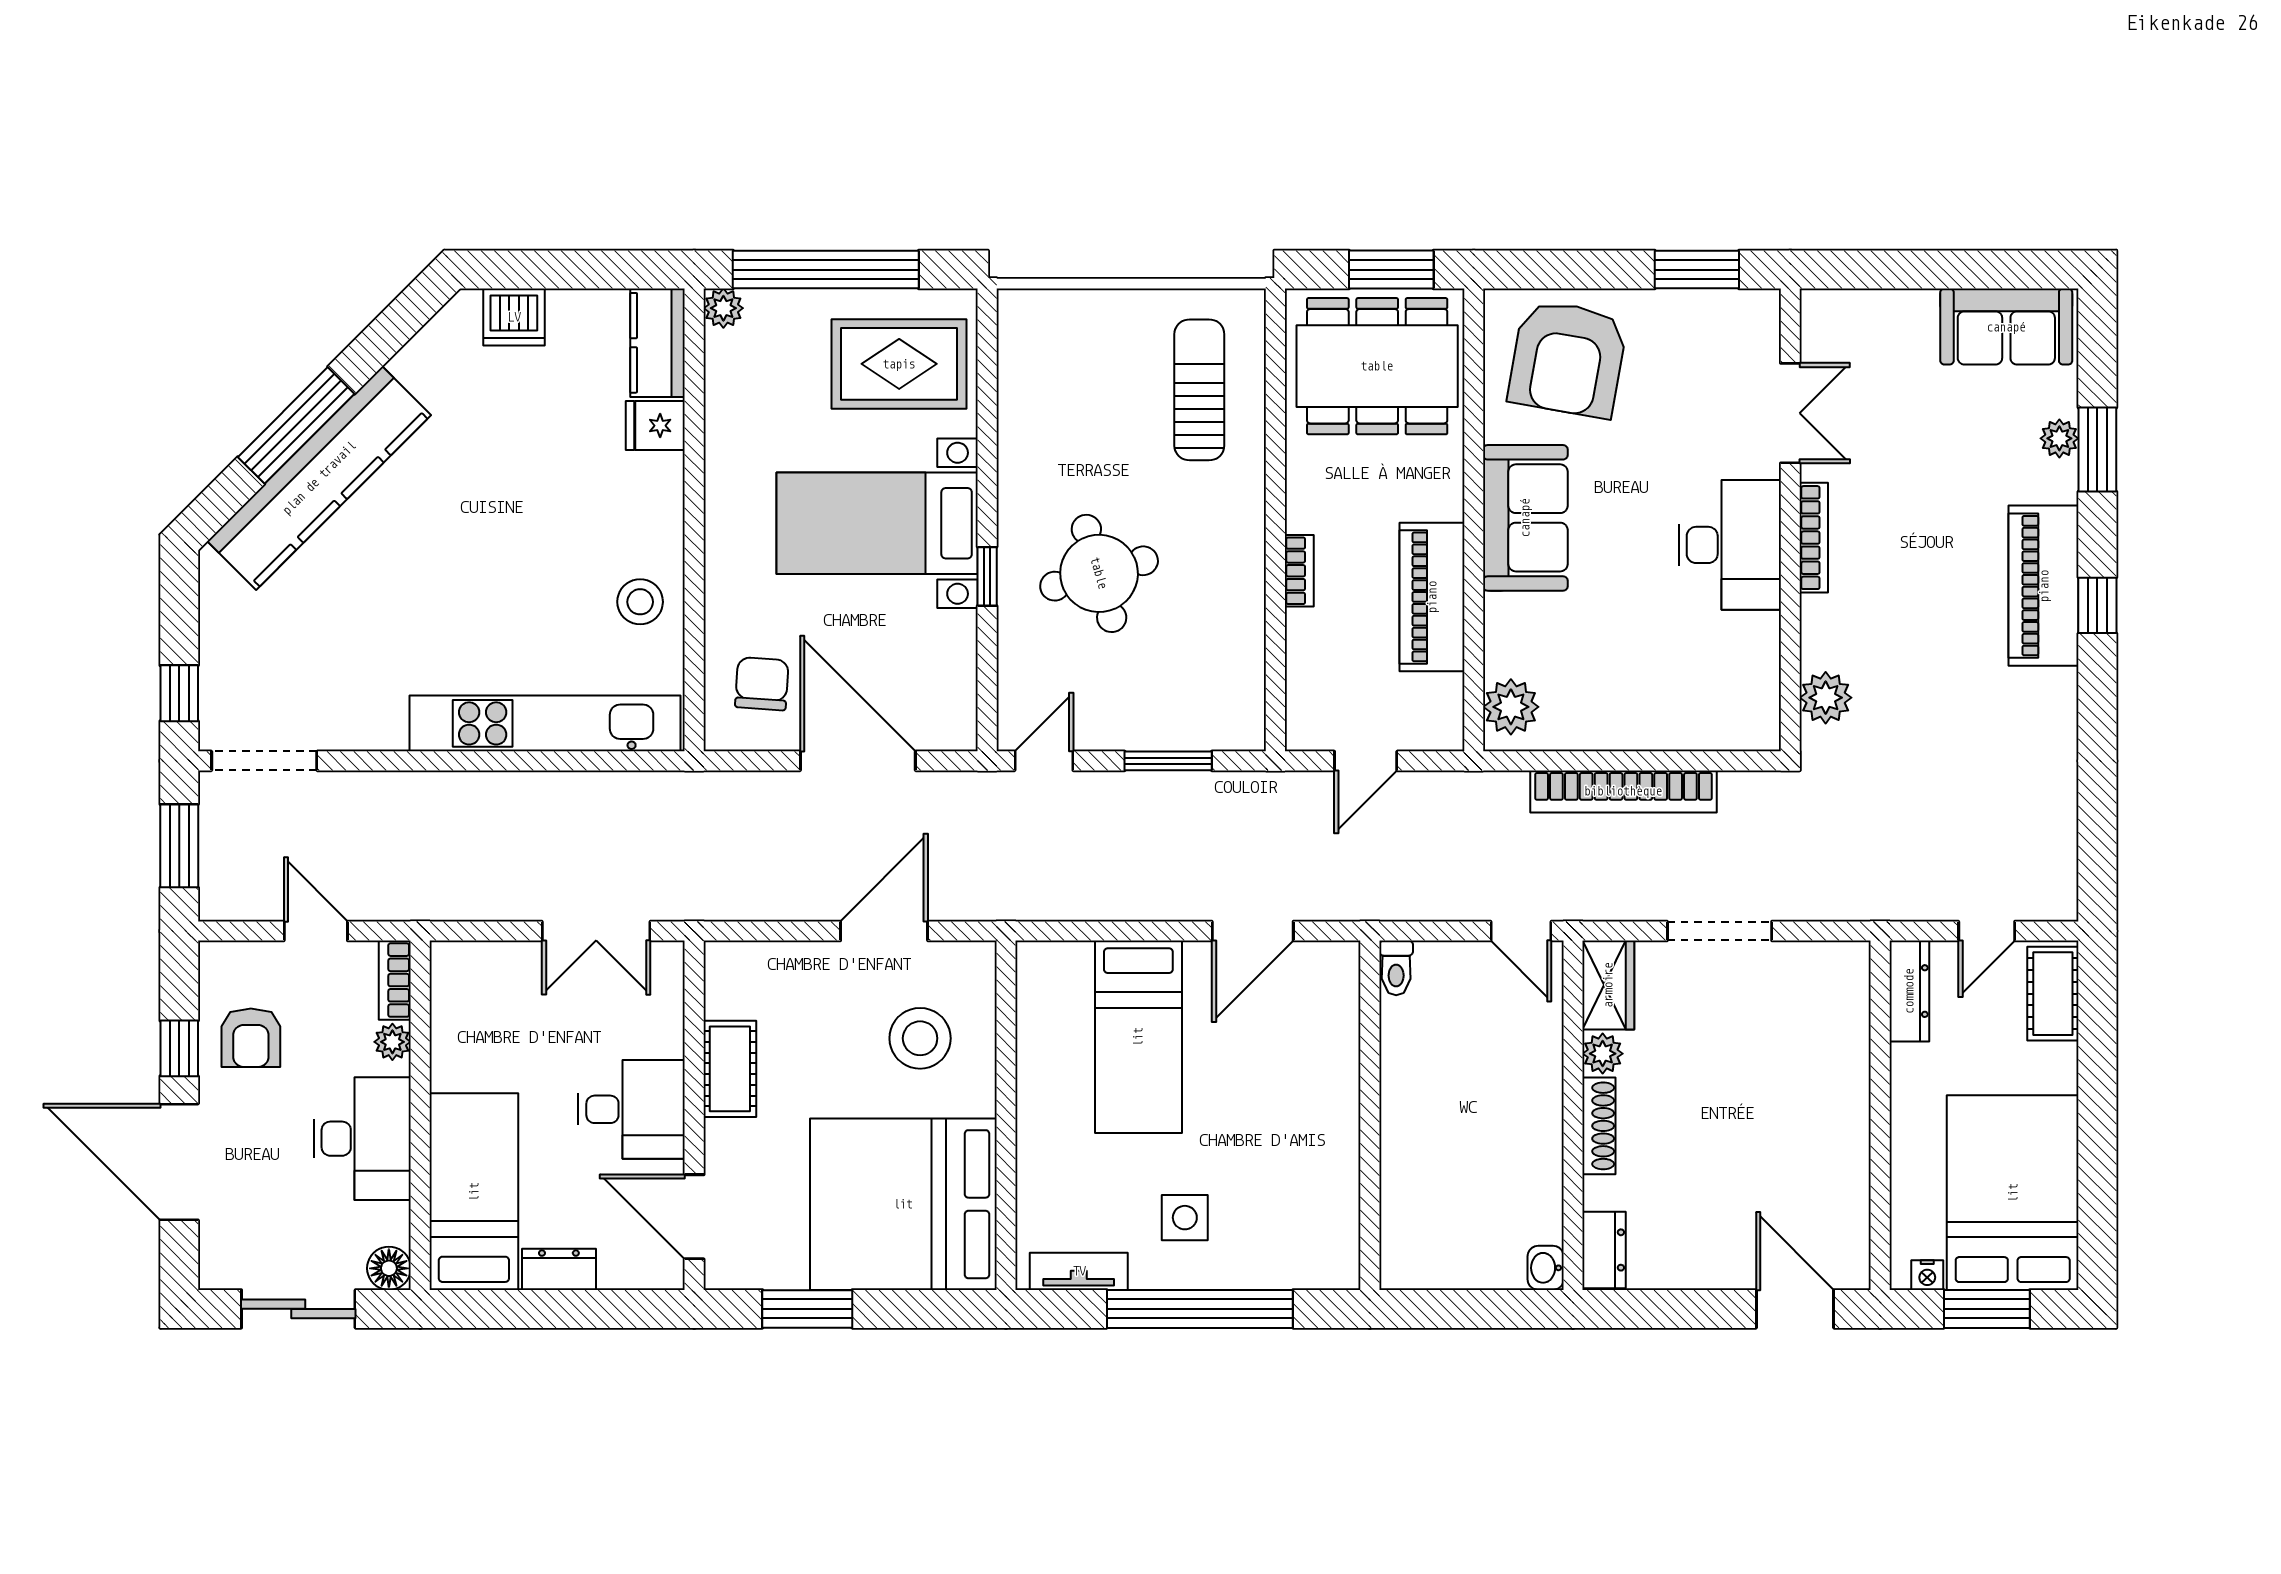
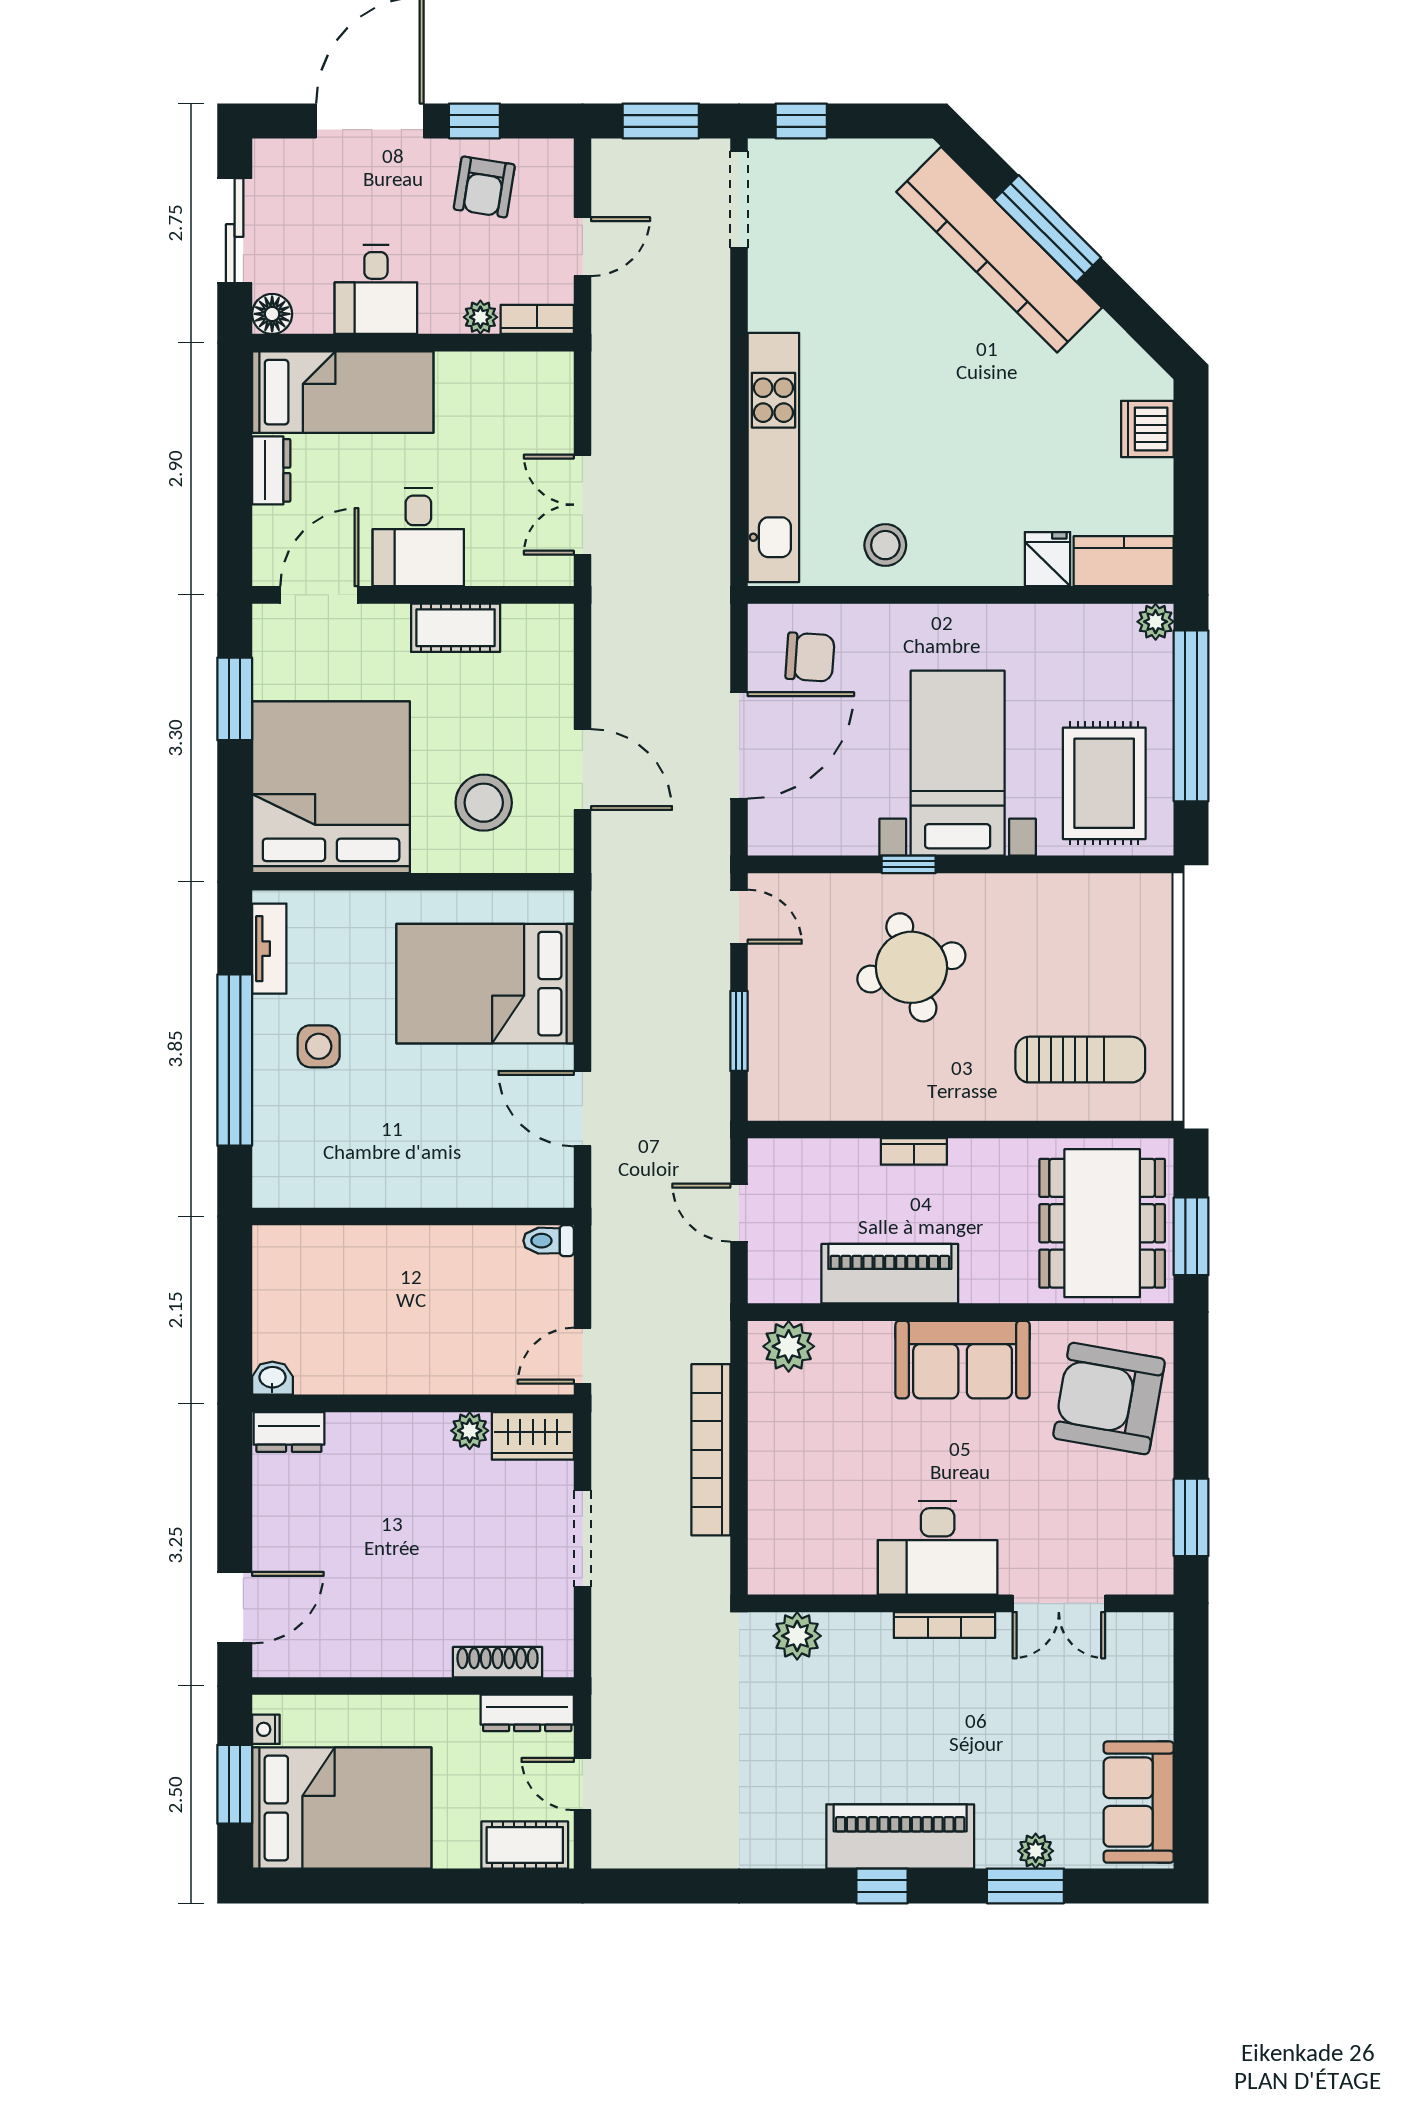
bed: (1138, 1037) -> (485, 984), width x1.50
armchair: (251, 1038) -> (484, 187), turned -81
shoe rack: (1599, 1126) -> (498, 1662), moved, turned 180
desk: (362, 1139) -> (376, 289), width x0.73

